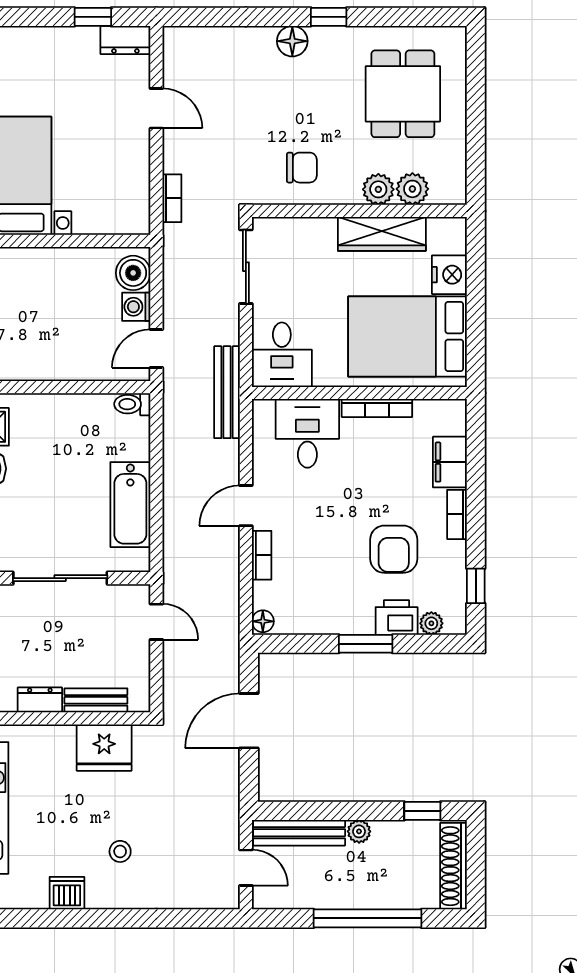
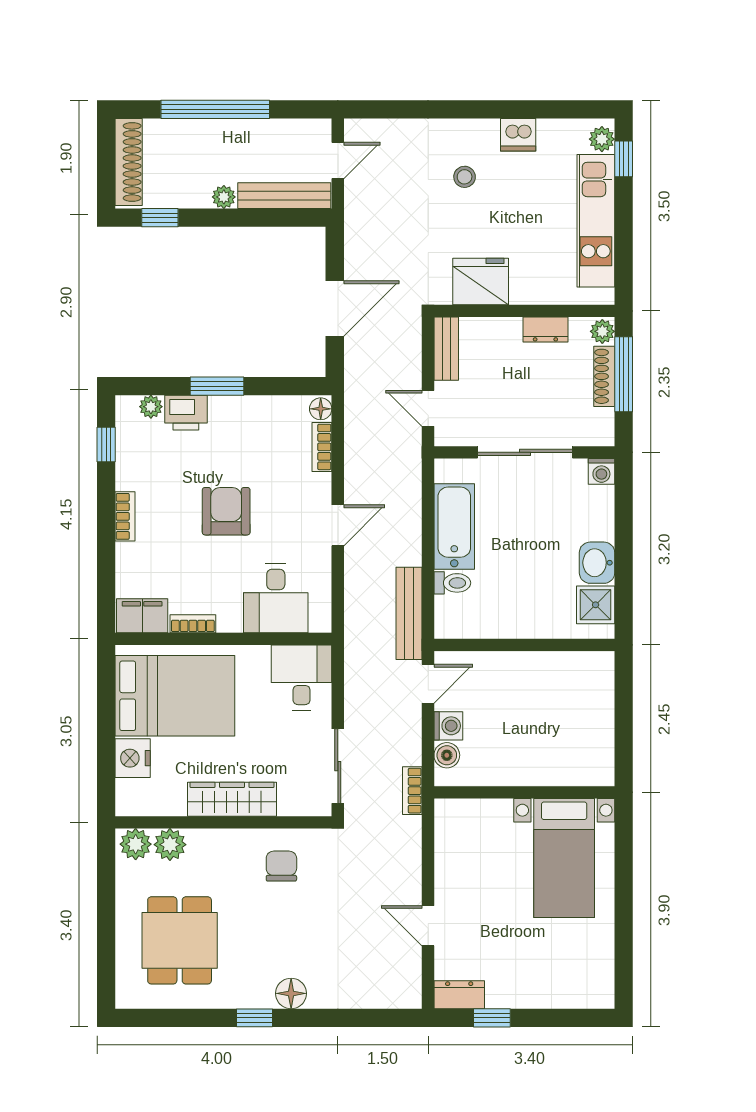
chair: (302, 168) -> (281, 866), turned 90
plant: (378, 189) -> (136, 844), moved
bookcase: (172, 198) -> (412, 791), moved
wardrobe: (382, 234) -> (232, 799), moved
boiler: (133, 273) -> (447, 755), width x0.73, depth x0.73
bench: (227, 392) -> (409, 613), moved
toilet: (132, 404) -> (452, 583), moved
bookcase: (377, 408) -> (193, 624), width x0.64
filing cabinet: (450, 462) -> (142, 616), moved, turned -90
armchair: (394, 549) -> (226, 511), moved
bookcase: (262, 555) -> (322, 447), moved
bench: (96, 700) -> (446, 349), moved, turned 90
door: (246, 868) -> (338, 160), swing flipped

